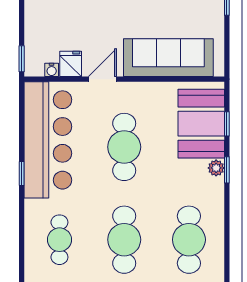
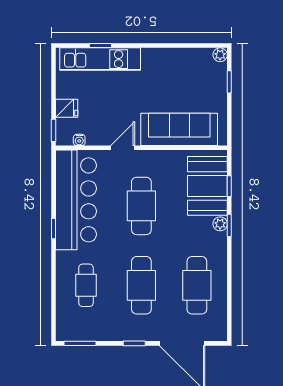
fridge: (71, 64) -> (67, 108), moved, turned 90

